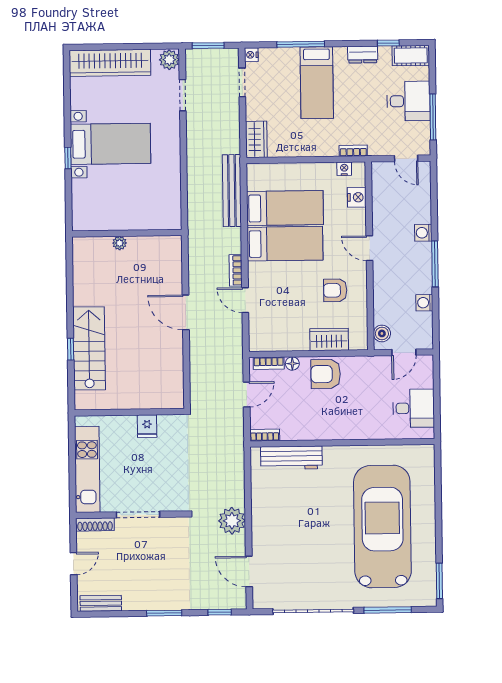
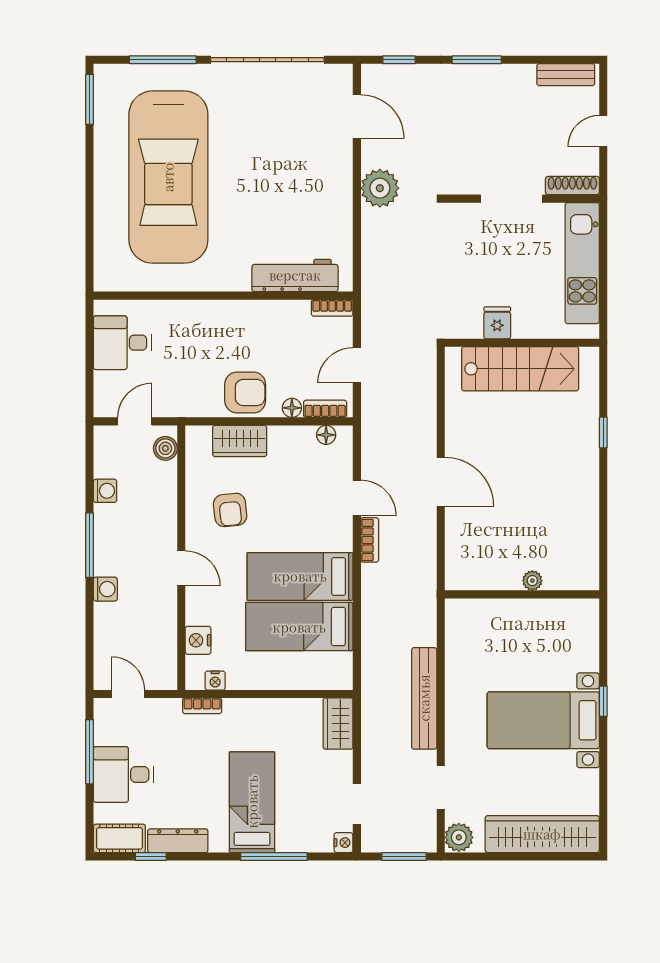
dresser: (363, 55) -> (178, 841), width x1.44
bench: (232, 191) -> (424, 698), moved
armchair: (335, 290) -> (230, 510), turned 84
floor lamp: (268, 345) -> (326, 435), added
stairs: (89, 348) -> (520, 369), moved, turned -90

